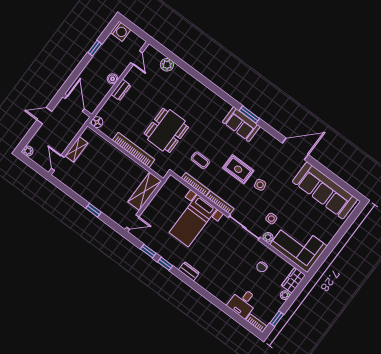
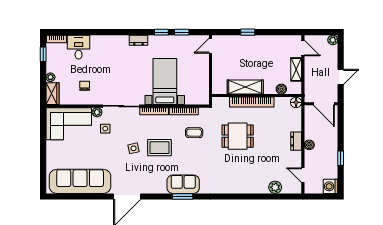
dining table: (166, 130) -> (238, 136), width x0.73
boiler: (101, 142) -> (281, 89), added
shelving: (145, 191) -> (245, 87), moved, turned 90

